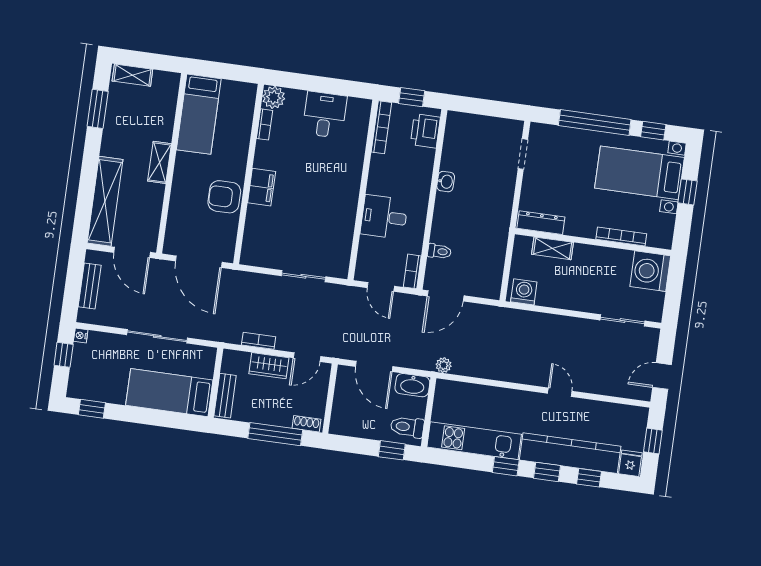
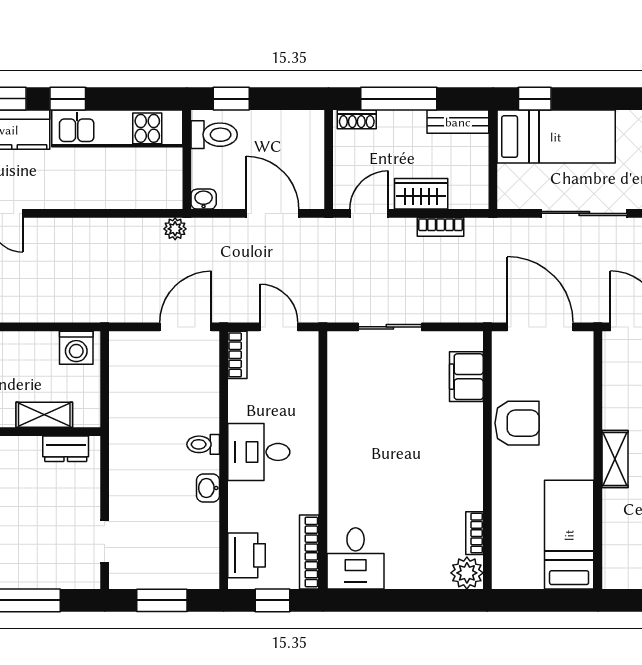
window: (489, 108) -> (162, 600), added
desk: (325, 115) -> (356, 558), moved
filing cabinet: (262, 187) -> (466, 377), moved
desk: (384, 217) -> (259, 452), moved, turned 180
dresser: (541, 223) -> (66, 449), width x0.70
toilet: (439, 251) -> (203, 444), moved
washbasin: (412, 385) -> (204, 199), width x0.52, depth x0.69
bench: (225, 396) -> (458, 122), moved, turned 90
window: (181, 421) -> (535, 99), added

